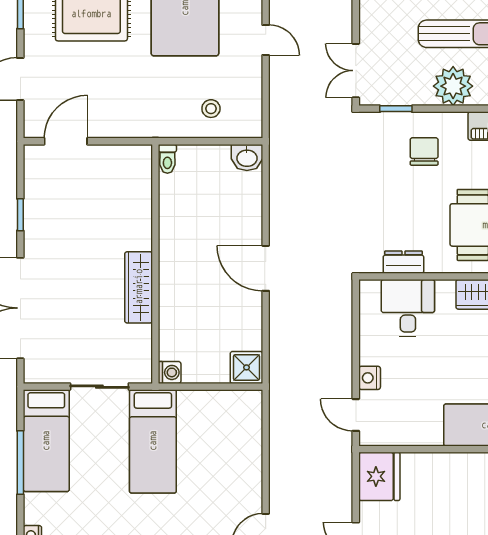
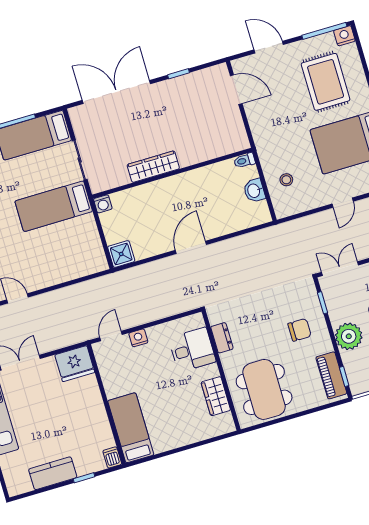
washbasin: (247, 157) -> (254, 191), moved

